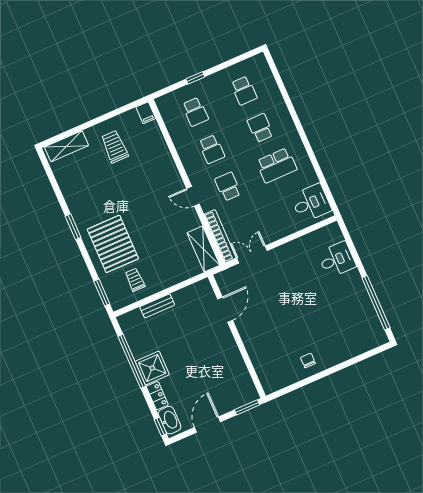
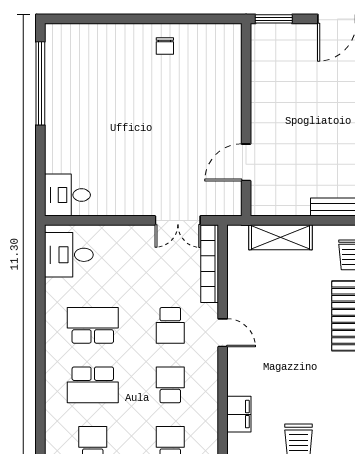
school desk: (260, 128) -> (93, 385), width x1.85
filing cabinet: (160, 150) -> (239, 414), added
shelving: (203, 249) -> (280, 237), moved, turned 90
desk: (337, 260) -> (67, 195), moved

